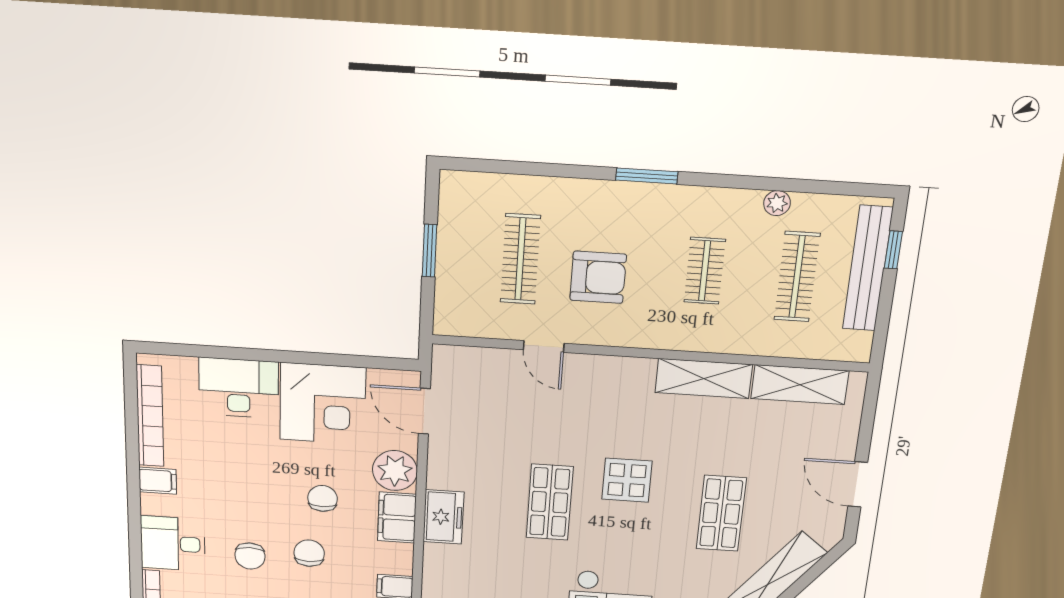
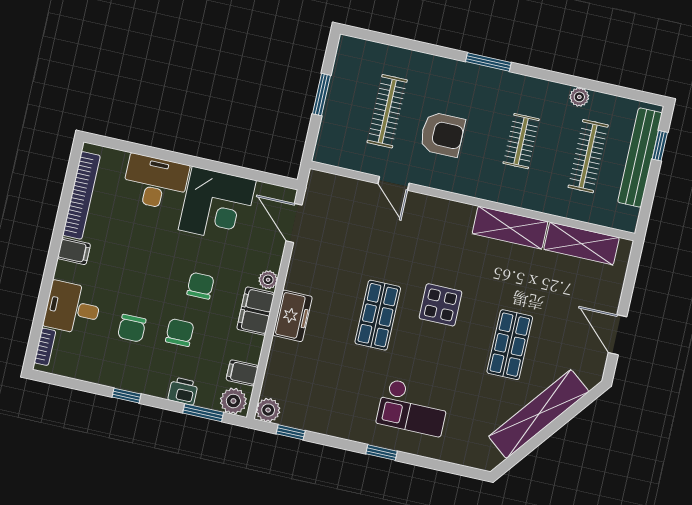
plant: (395, 471) -> (268, 280), width x0.53, depth x0.53

